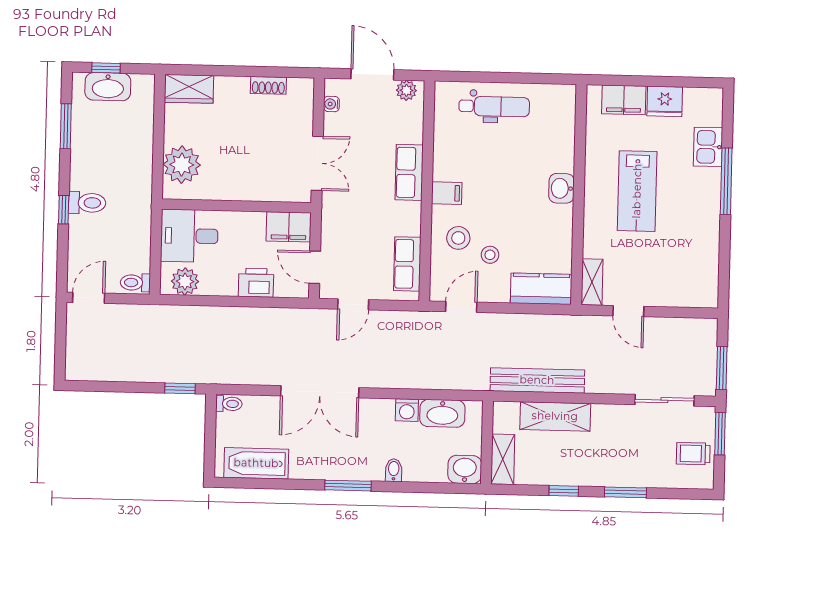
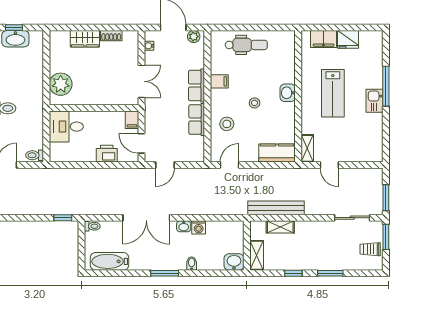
wardrobe: (189, 89) -> (85, 39), moved
kitchen sink: (708, 147) -> (374, 101), moved
filing cabinet: (447, 193) -> (219, 81), moved
filing cabinet: (289, 227) -> (132, 120), width x0.50
stool: (490, 255) -> (255, 103), moved
row of seats: (407, 264) -> (197, 119), moved
plant: (185, 281) -> (64, 154), removed
washbasin: (442, 413) -> (184, 226), moved, width x0.52, depth x0.69
shelving: (555, 416) -> (280, 227), width x0.67, depth x0.75

